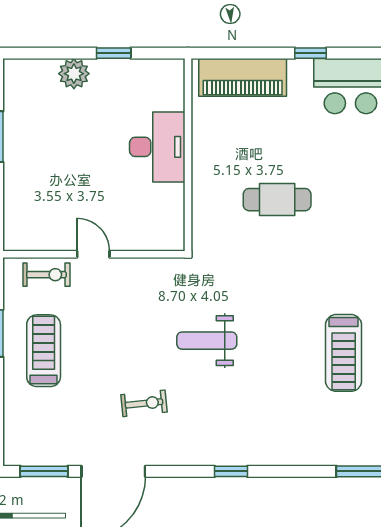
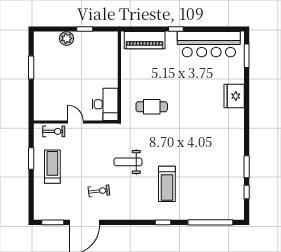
desk: (157, 147) -> (105, 104), moved
cafe table: (277, 200) -> (152, 107), moved
treadmill: (344, 353) -> (167, 184), moved
window: (231, 471) -> (163, 222), moved

